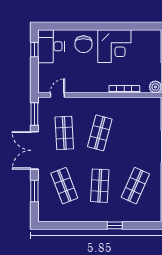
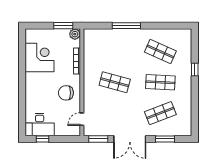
chair: (83, 44) -> (66, 93), moved, turned 180
corner desk: (114, 46) -> (39, 57), moved
door: (57, 95) -> (82, 119), hinge flipped
shop shelf: (64, 133) -> (115, 113), removed

